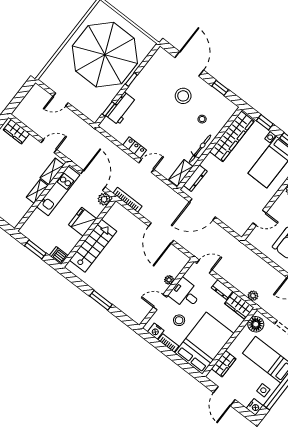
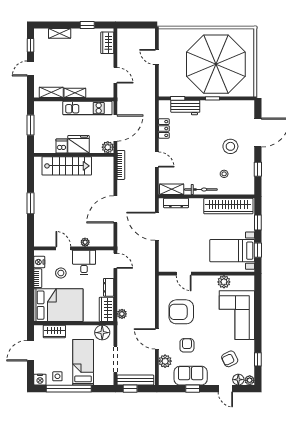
locker: (135, 148) -> (164, 128), moved
shelving: (52, 171) -> (51, 92), moved
dishwasher: (59, 256) -> (62, 146), moved

